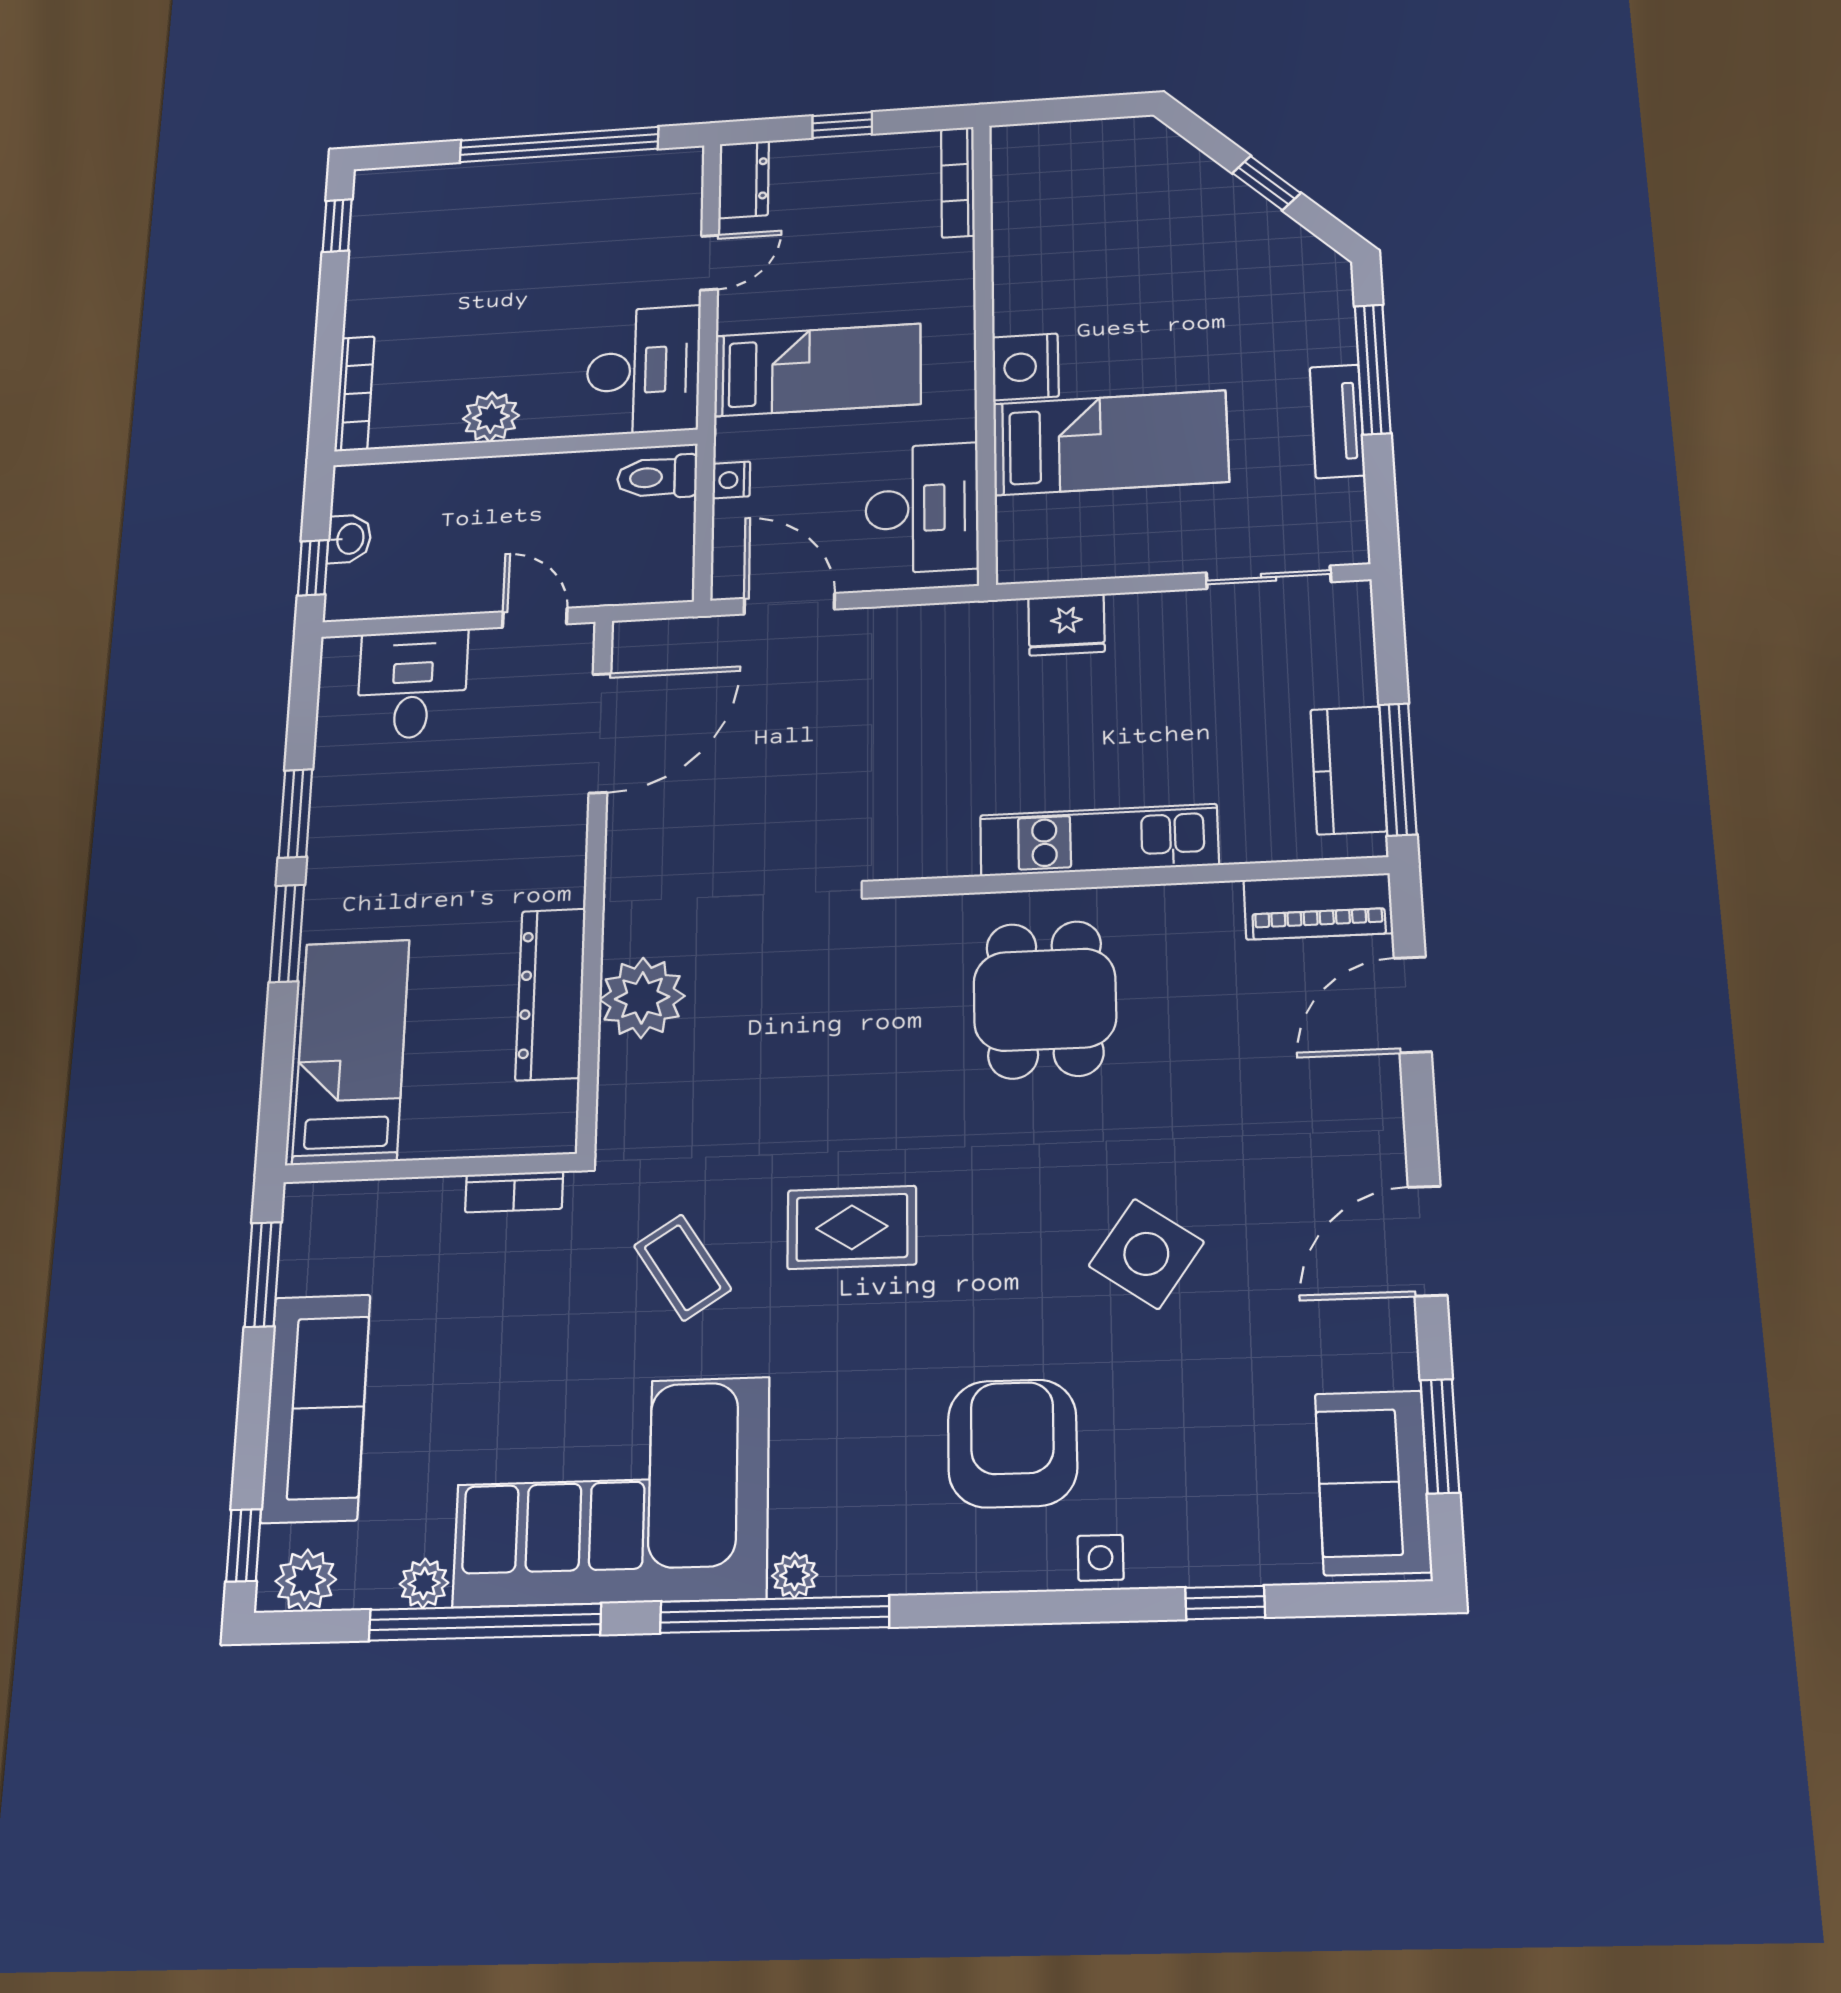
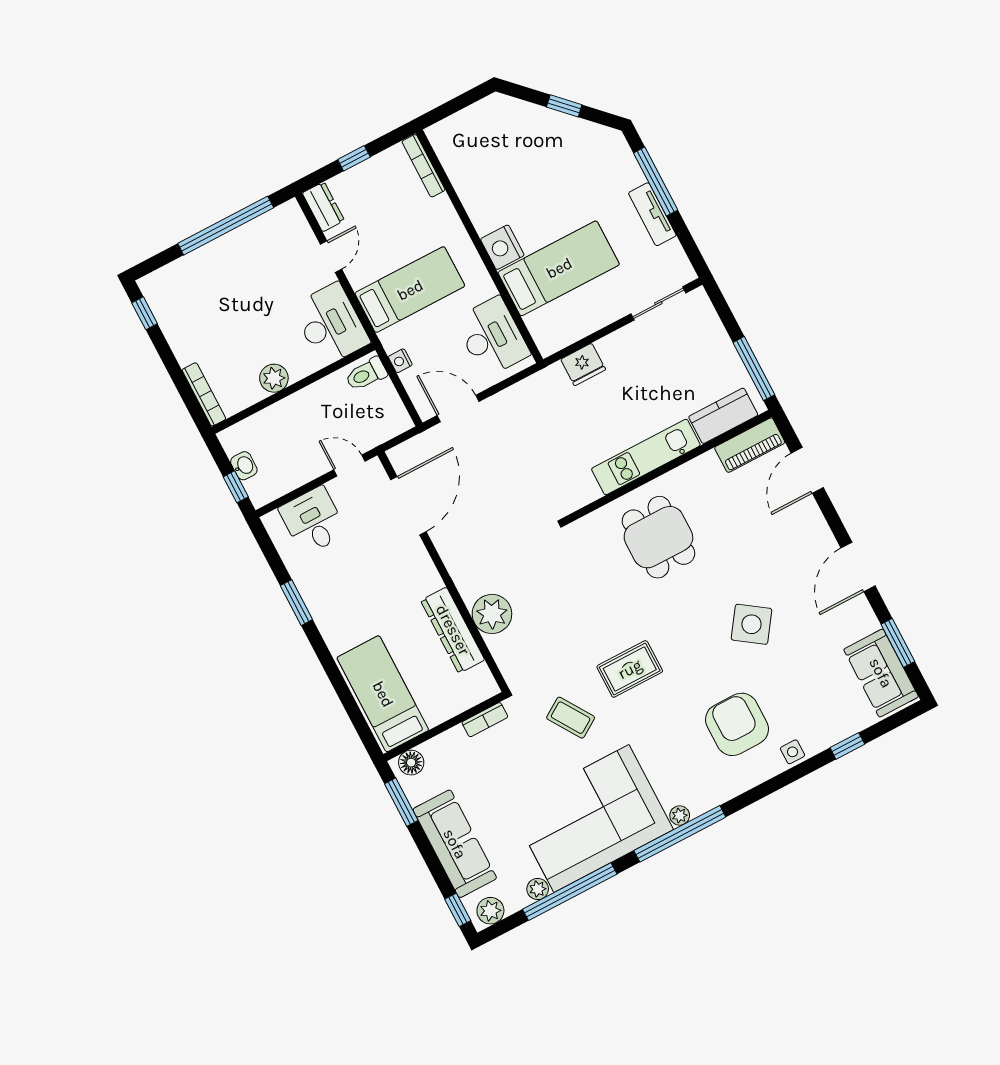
kitchen counter: (1348, 770) -> (723, 416), moved, turned 90
window: (287, 933) -> (325, 657), removed
floor lamp: (327, 1207) -> (411, 763), added

